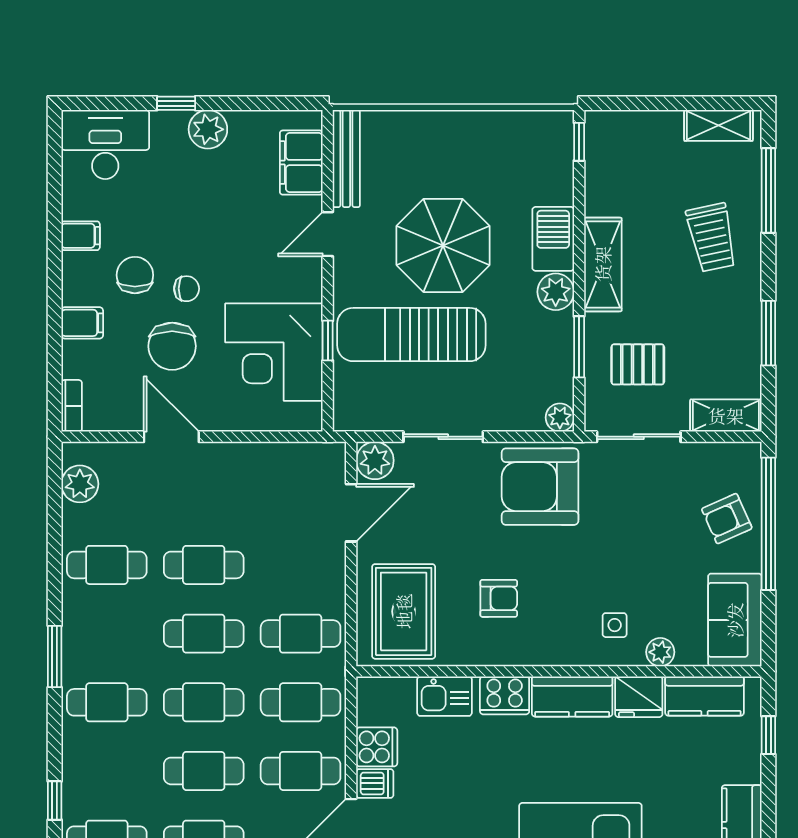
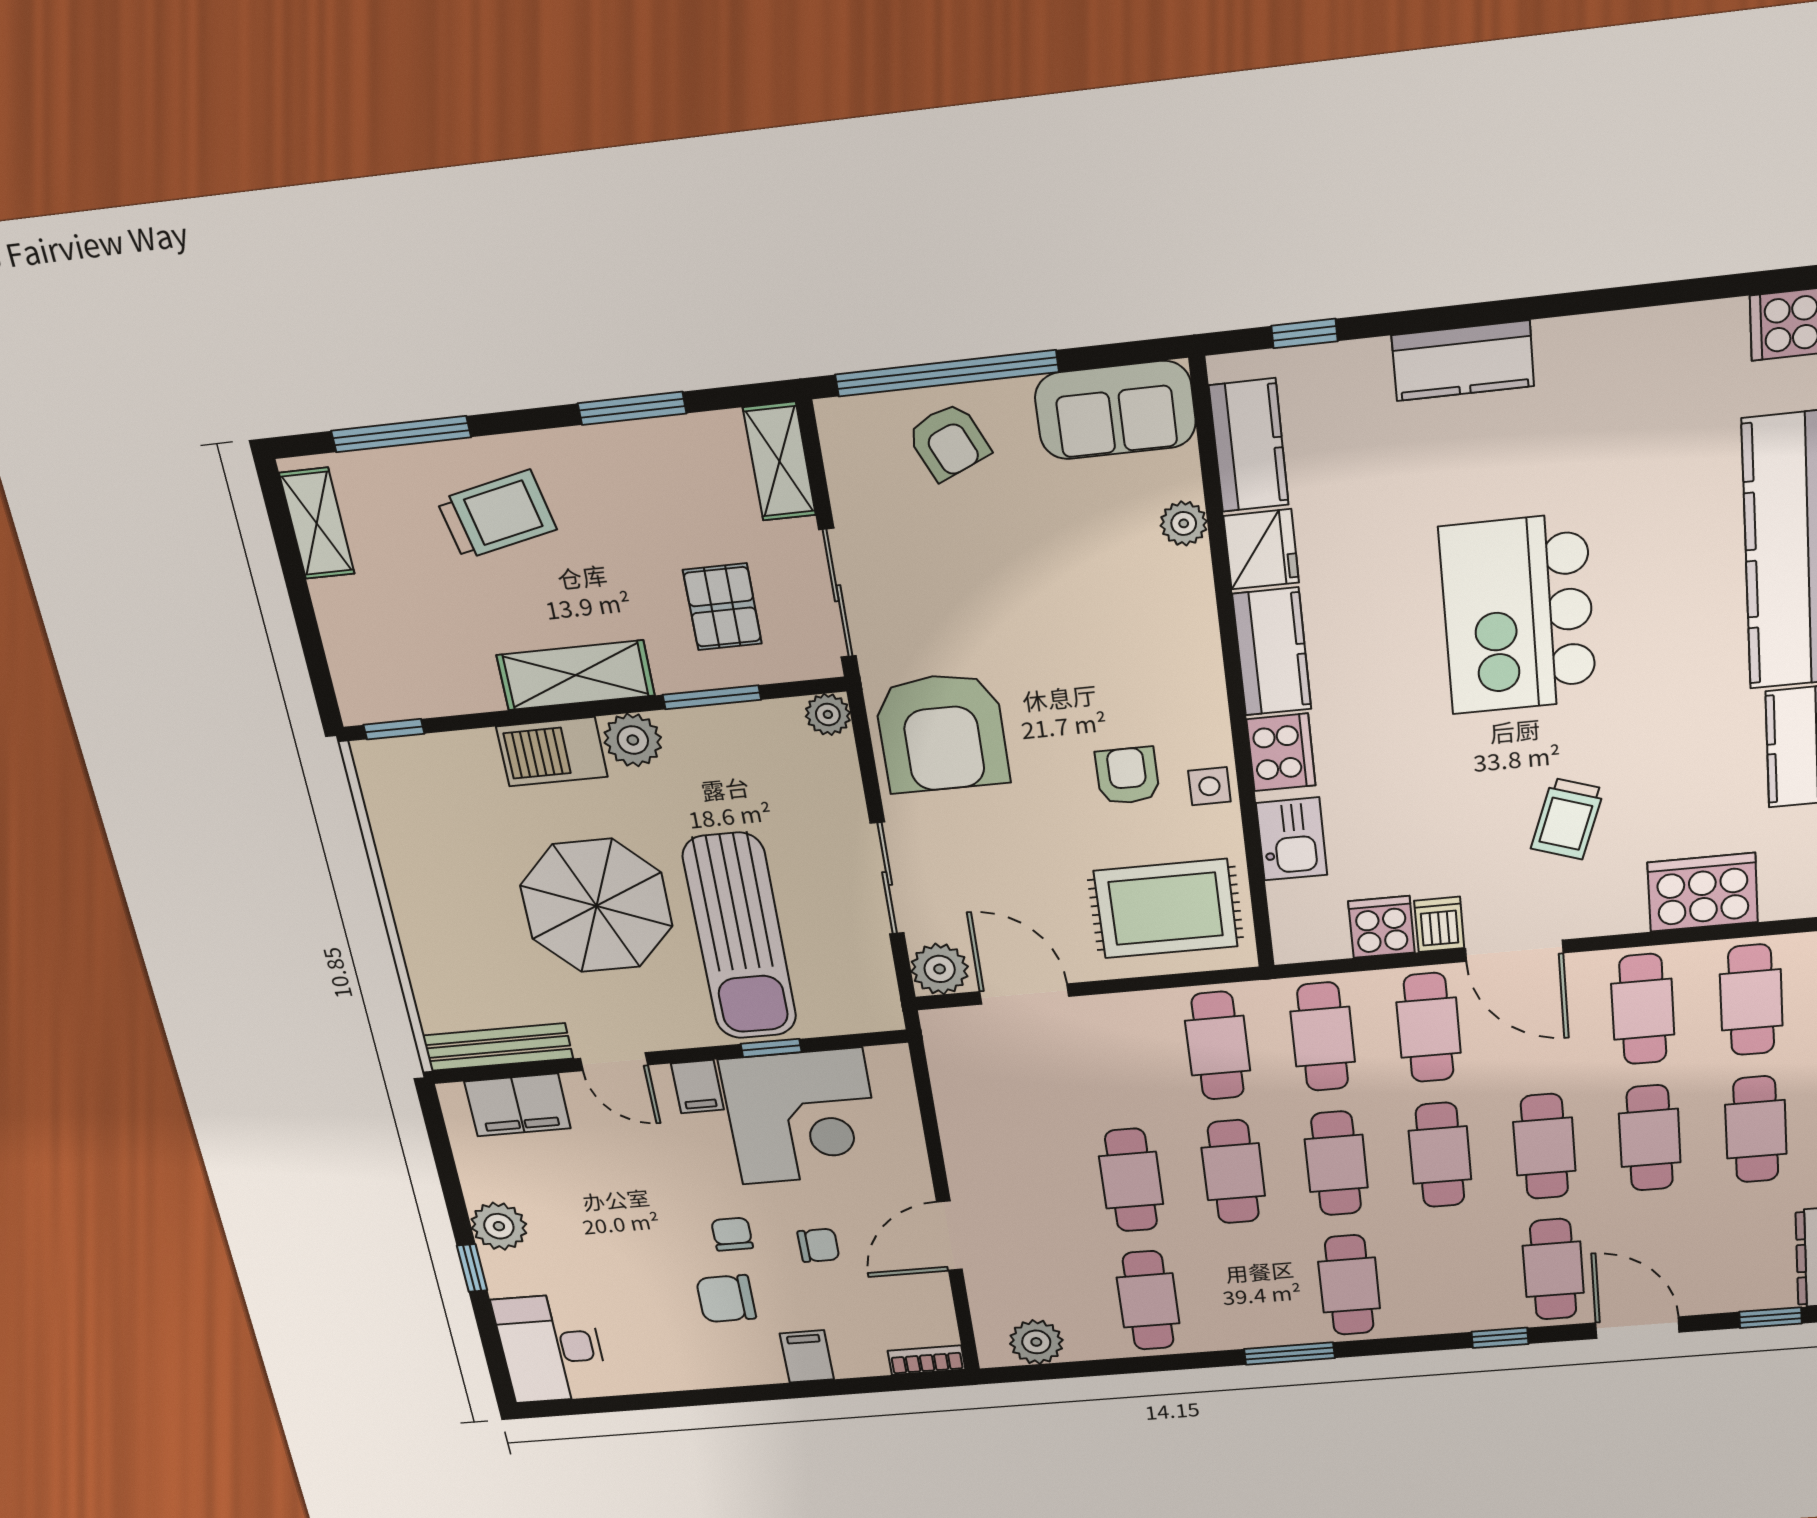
filing cabinet: (81, 236) -> (697, 1087), moved, turned 180
chair: (172, 346) -> (818, 1245), width x0.54, depth x0.54
side table: (615, 625) -> (1209, 786), moved

